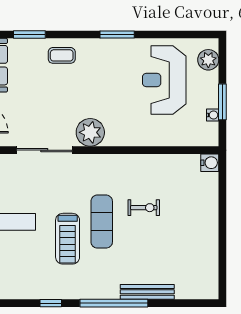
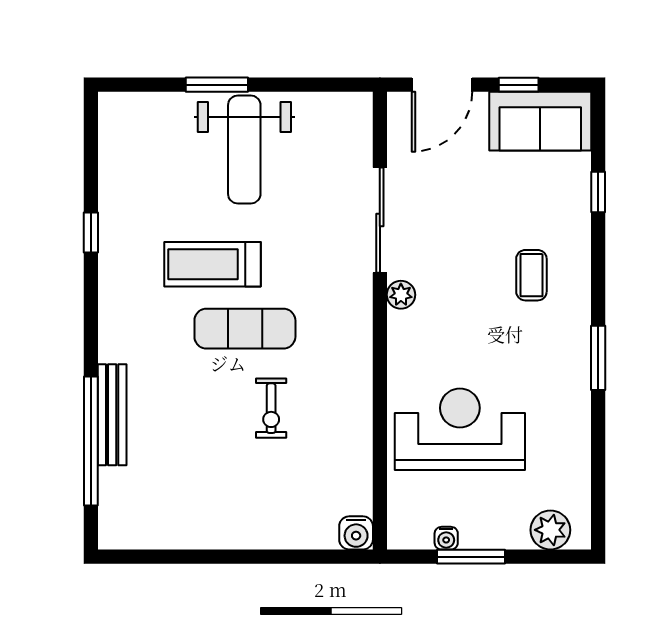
window: (29, 35) -> (598, 192), width x0.67
coffee table: (62, 55) -> (531, 275), moved
reception desk: (164, 80) -> (460, 429), moved
plant: (90, 132) -> (401, 295), width x0.53, depth x0.53
window: (114, 303) -> (91, 441), moved

